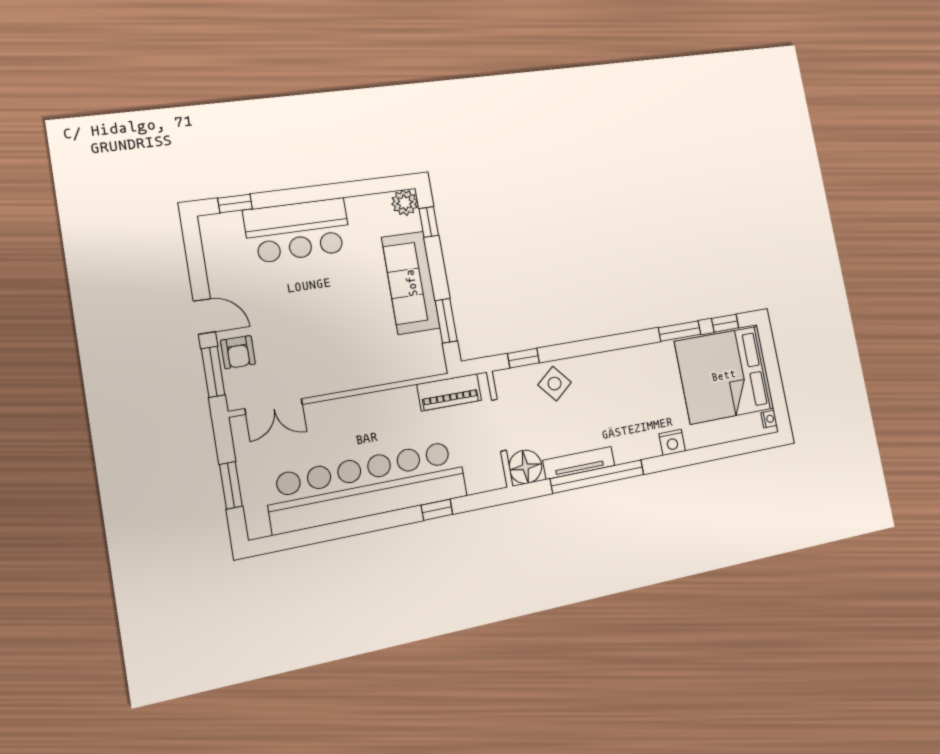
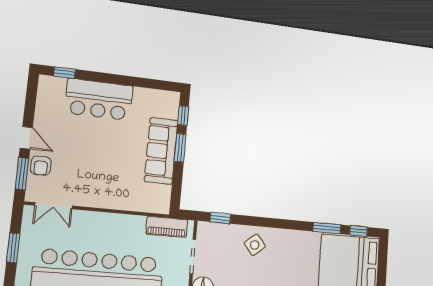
plant: (405, 203) -> (171, 99), removed
window: (446, 321) -> (180, 148), moved
side table: (555, 384) -> (255, 245), moved

